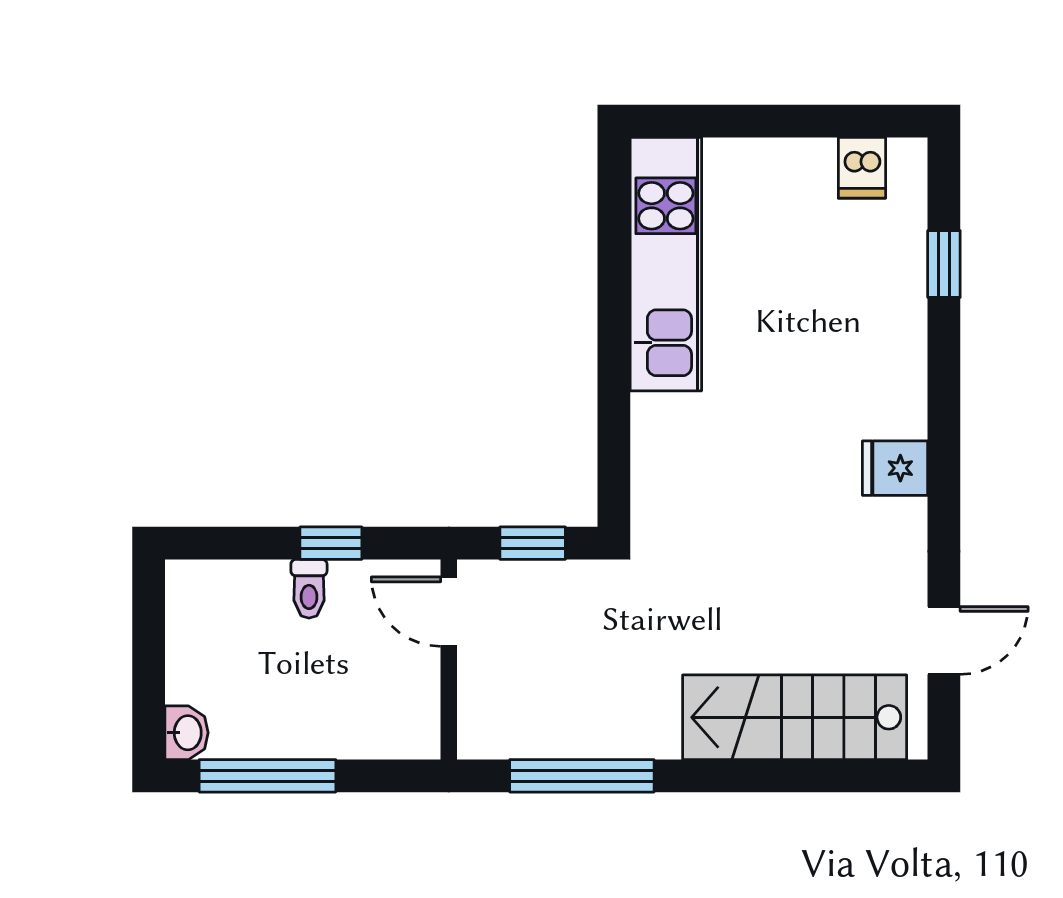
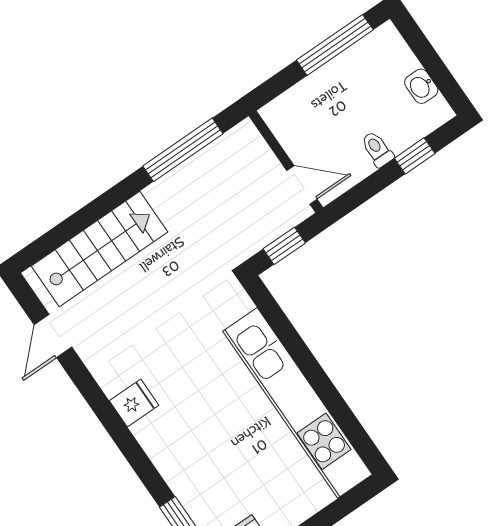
kitchen unit: (666, 264) -> (298, 403), width x1.36
window: (331, 543) -> (415, 156), moved
washbasin: (186, 733) -> (421, 86), moved

